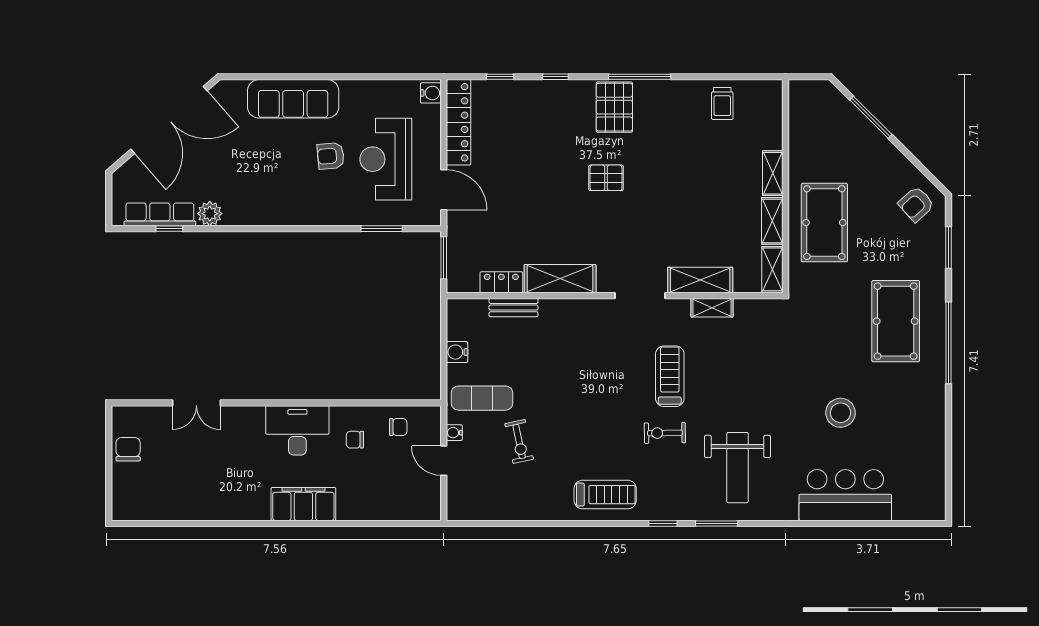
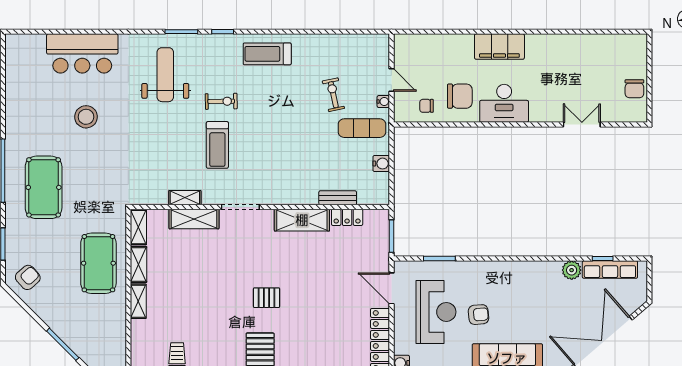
chair: (355, 440) -> (460, 96), width x1.87, depth x1.87

